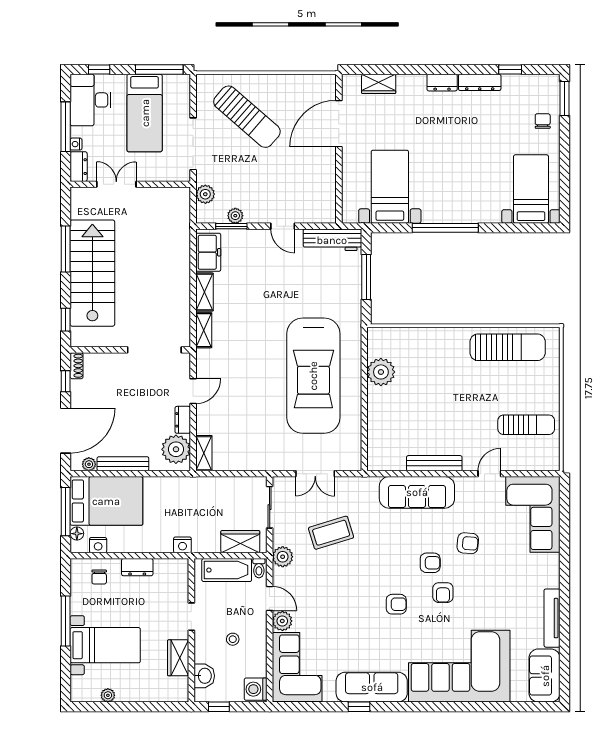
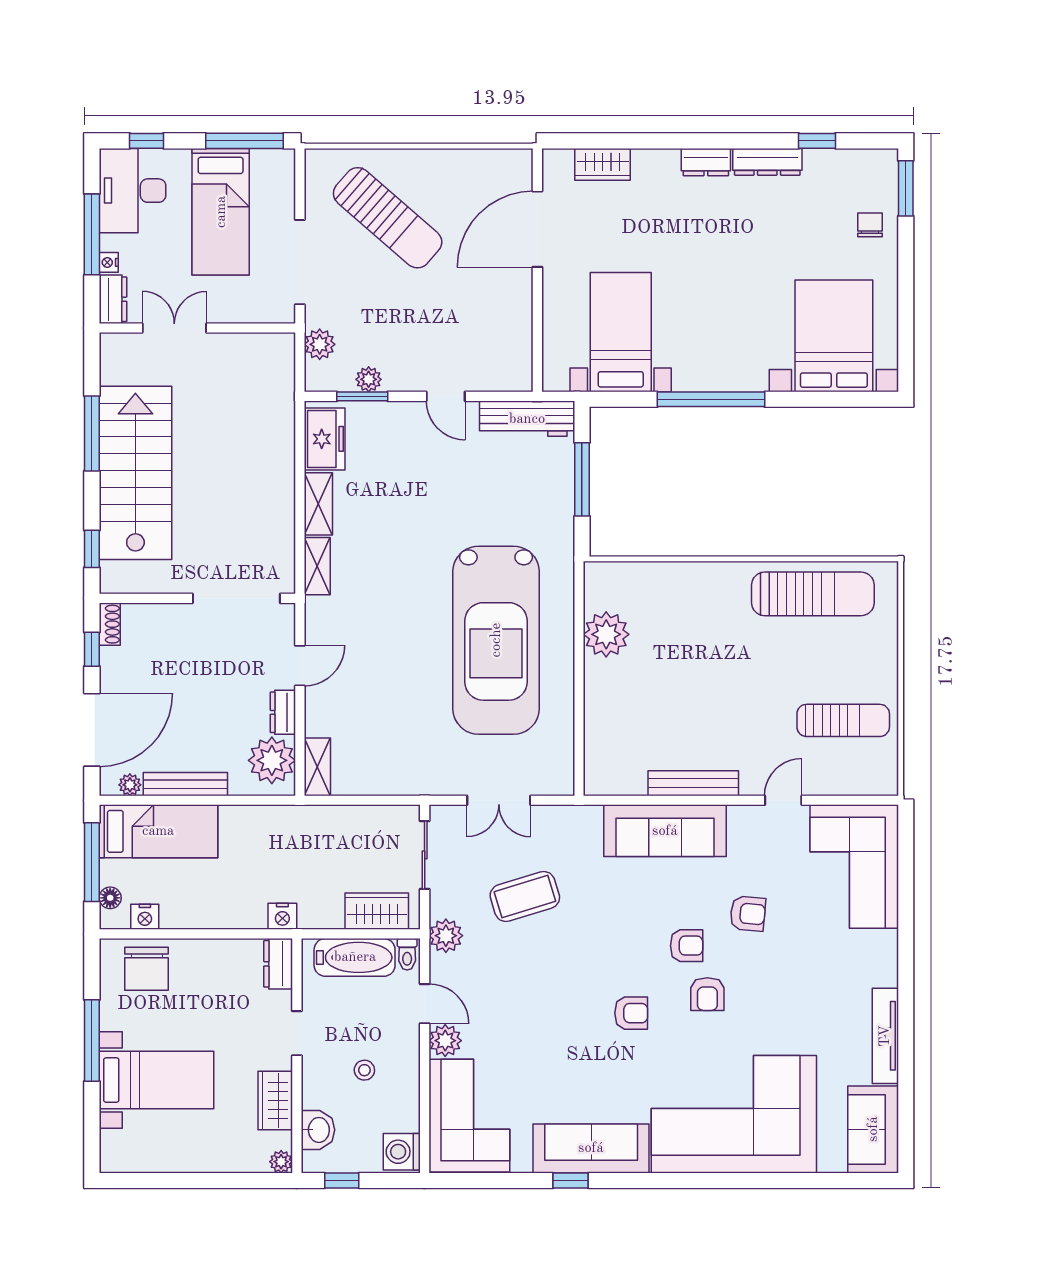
bed with nightstands: (531, 189) -> (834, 336), width x1.36
bed: (106, 501) -> (158, 831), width x0.67
dresser: (137, 567) -> (278, 964), moved, turned 90
chair: (99, 577) -> (147, 969), width x1.87, depth x1.87
plant: (108, 695) -> (281, 1162), moved

